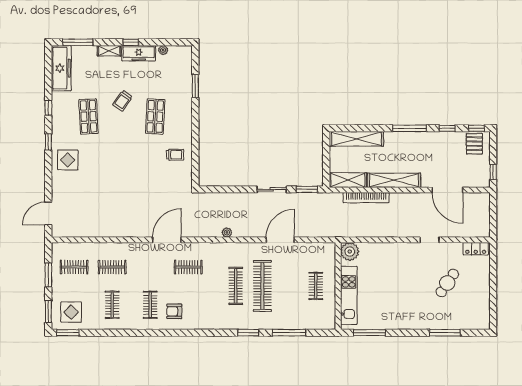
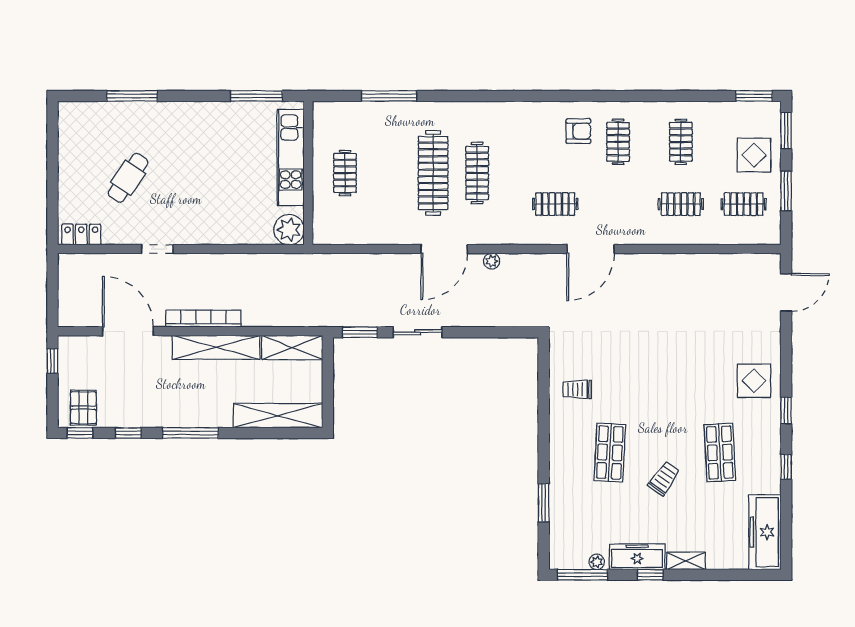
window: (78, 42) -> (582, 575), moved
bookcase: (366, 198) -> (203, 319), moved
door: (280, 240) -> (444, 249), moved
display table: (71, 312) -> (754, 155), moved
window: (248, 333) -> (456, 96), removed

